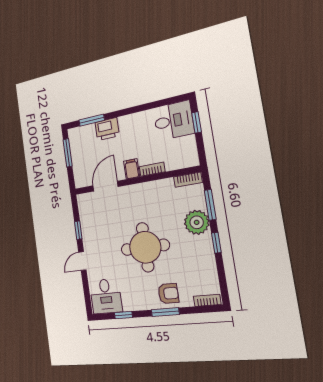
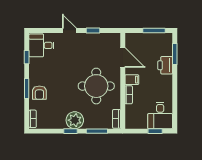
plant: (197, 222) -> (75, 120), moved
round table: (145, 247) -> (96, 86), moved

